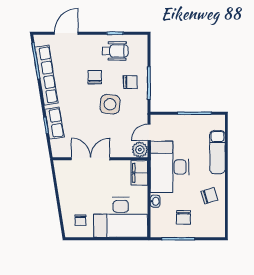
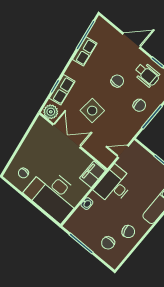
door: (66, 33) -> (131, 41), moved
row of seats: (47, 75) -> (85, 51), width x0.50
side table: (110, 104) -> (92, 111), moved
plant: (140, 150) -> (51, 112), moved
desk: (170, 167) -> (114, 185), width x0.73, depth x0.77
chair: (184, 217) -> (108, 243), moved

